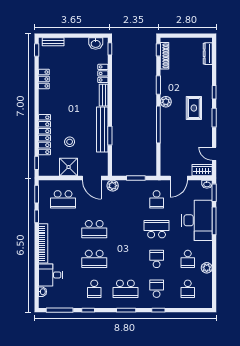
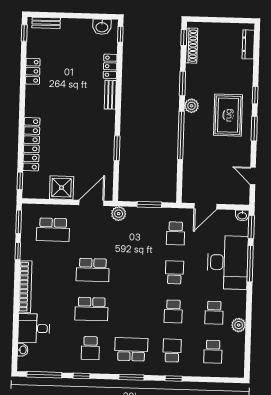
rug: (194, 108) -> (228, 115), width x1.36, depth x1.43
bench: (102, 130) -> (107, 140), removed
stool: (70, 142) -> (64, 155), removed
wardrobe: (202, 170) -> (236, 197), removed
door: (92, 178) -> (91, 203), swing flipped
school desk: (157, 229) -> (174, 272), width x0.54
school desk: (157, 259) -> (173, 311), turned 180
school desk: (125, 289) -> (131, 349), turned 180

